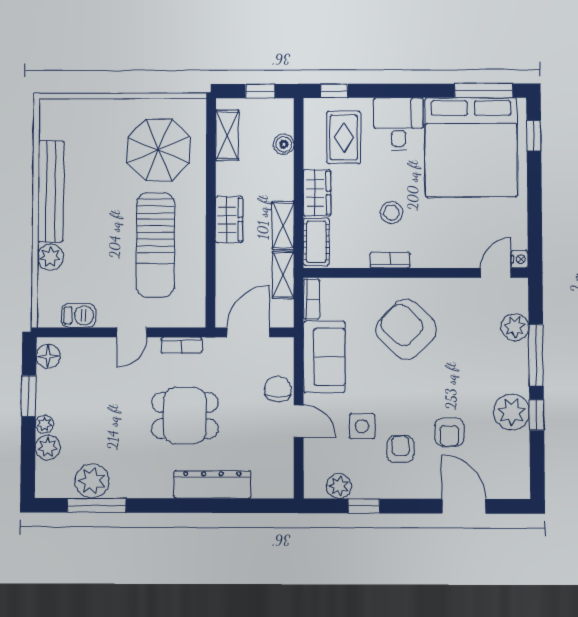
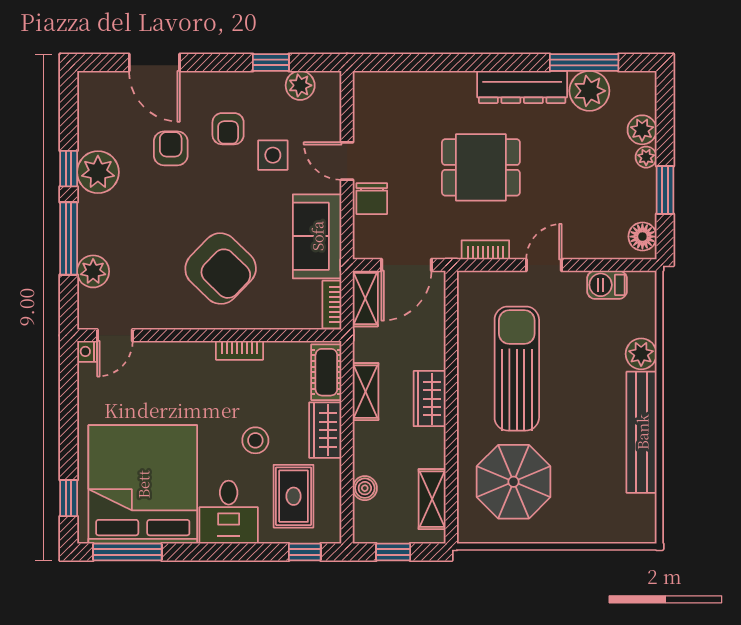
stool: (391, 213) -> (255, 440), moved
shelving: (283, 275) -> (365, 299), moved
dresser: (212, 485) -> (522, 87), moved

